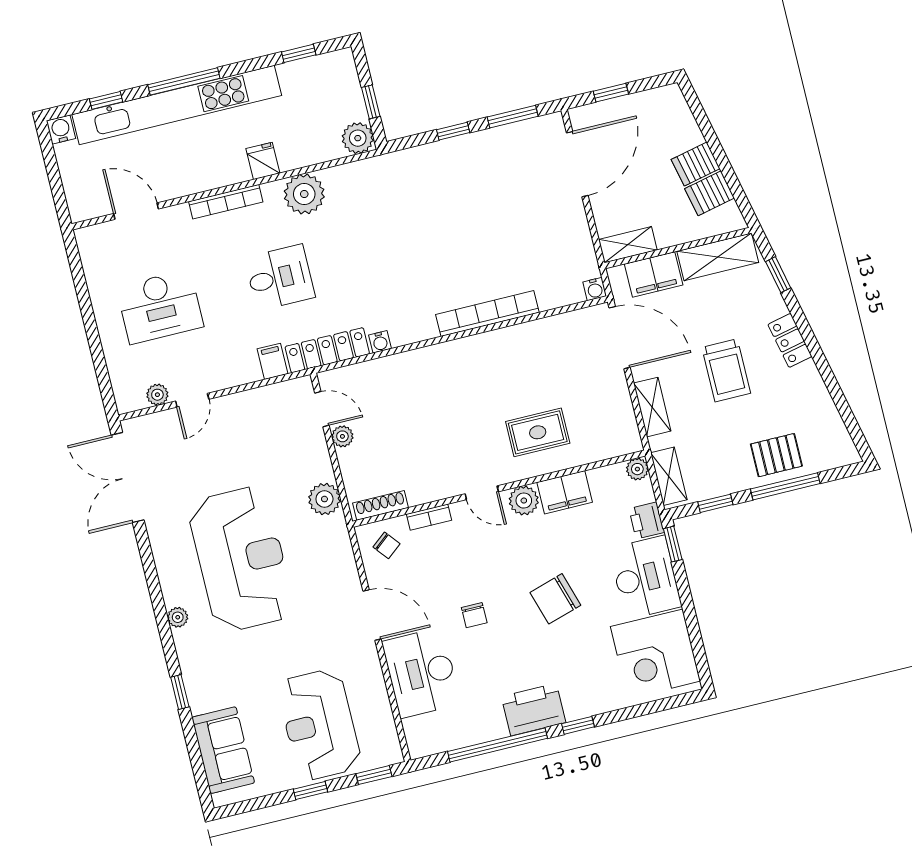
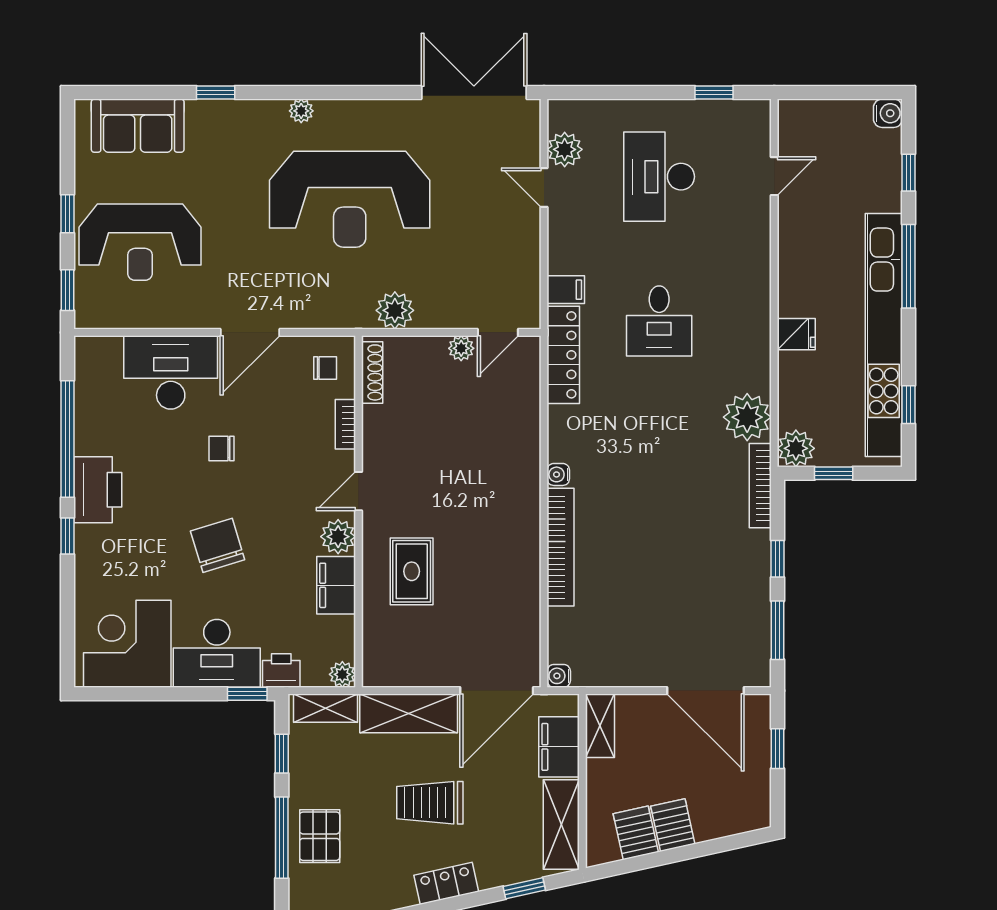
kitchen unit: (177, 105) -> (884, 335), moved
plant: (304, 194) -> (747, 417), moved
bookcase: (226, 202) -> (760, 486), moved
door: (136, 211) -> (774, 176), width x0.73
window: (79, 278) -> (714, 93), added
water cooler: (380, 342) -> (558, 474), moved
plant: (157, 395) -> (565, 149), width x1.38, depth x1.38
shelving: (652, 407) -> (409, 713), width x1.50, depth x1.33
chair: (386, 545) -> (325, 368), turned -141
reception desk: (319, 725) -> (140, 242), turned 180

